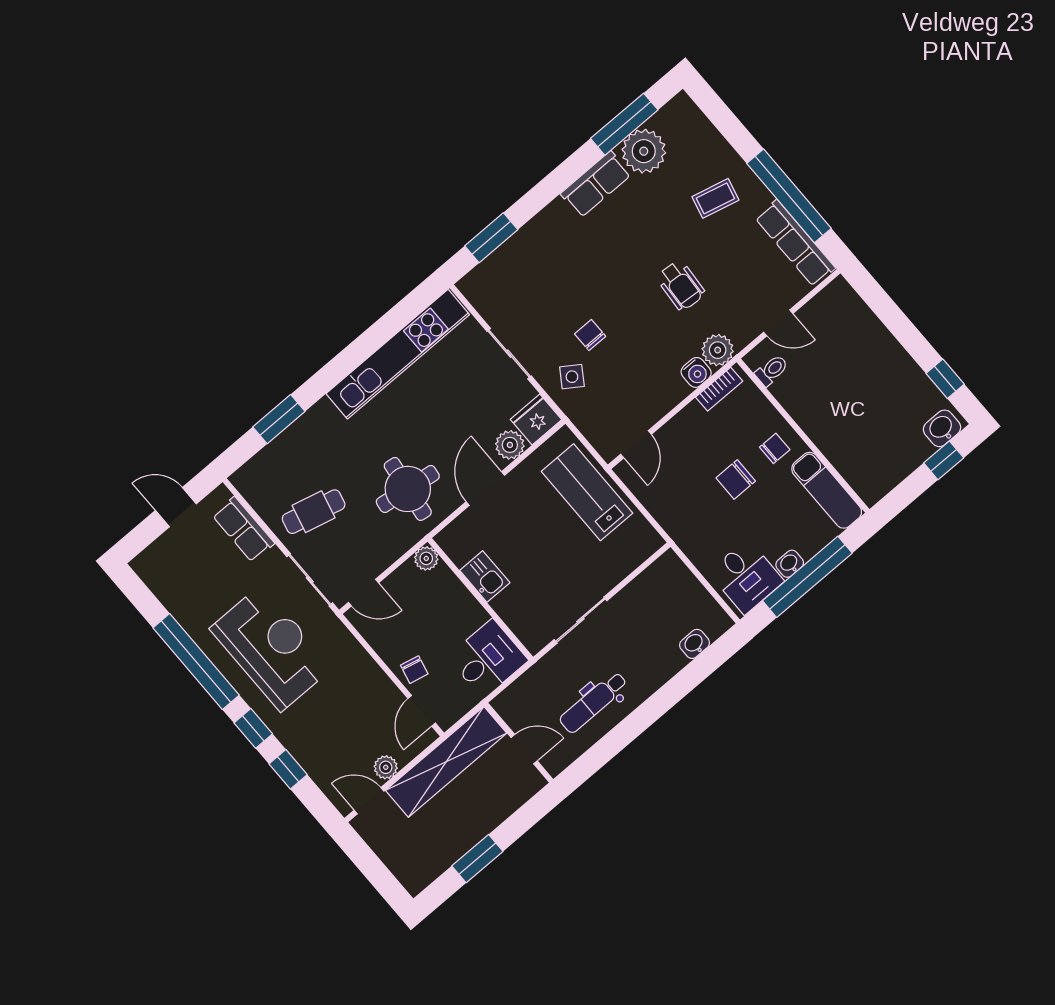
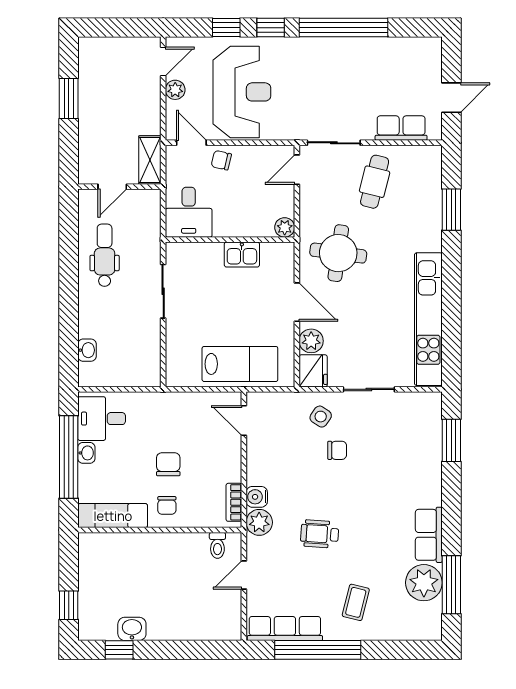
washbasin: (942, 428) -> (132, 629), moved, turned -90
reception desk: (271, 648) -> (242, 92), moved, turned -90
shelving: (446, 762) -> (150, 160), width x0.45, depth x0.75

